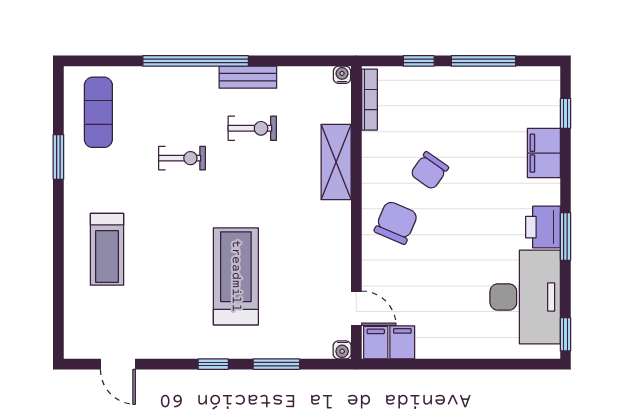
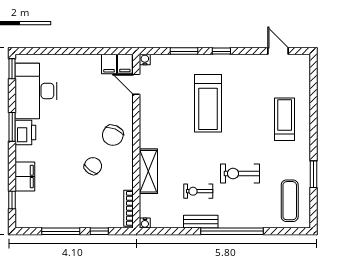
exercise bike: (182, 158) -> (240, 173), width x1.38, depth x1.39

